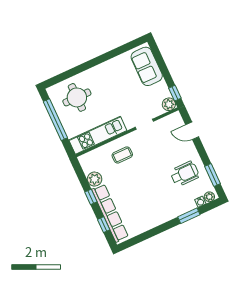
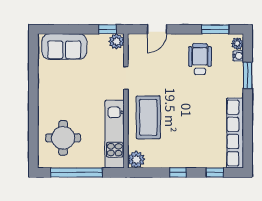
coffee table: (122, 155) -> (148, 117), width x1.86, depth x1.72
plant: (95, 179) -> (136, 160), moved
row of seats: (110, 213) -> (235, 133), moved, turned -90

